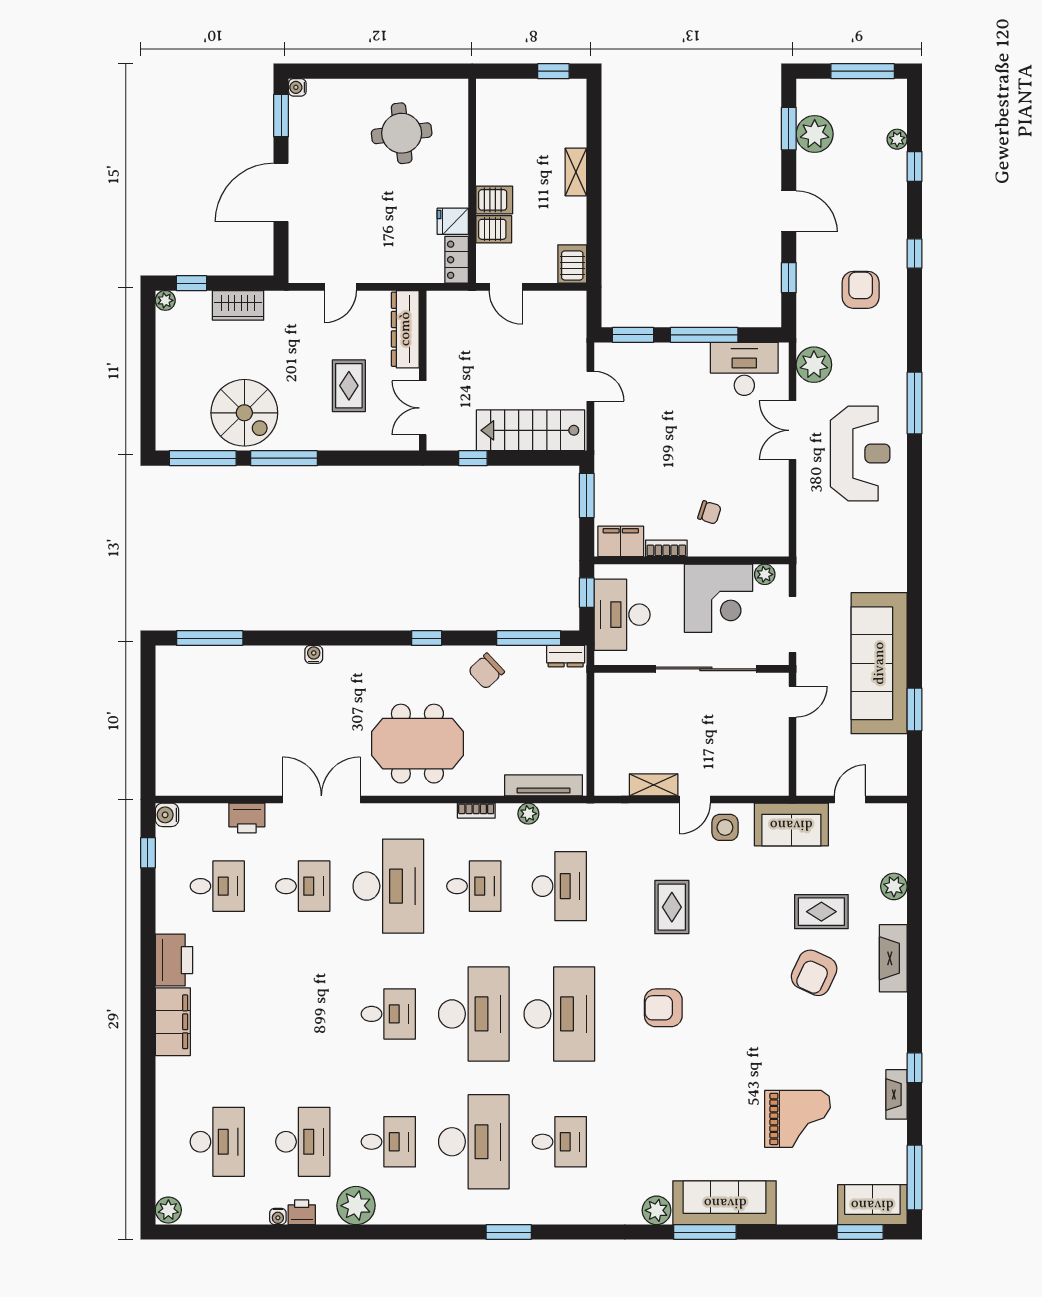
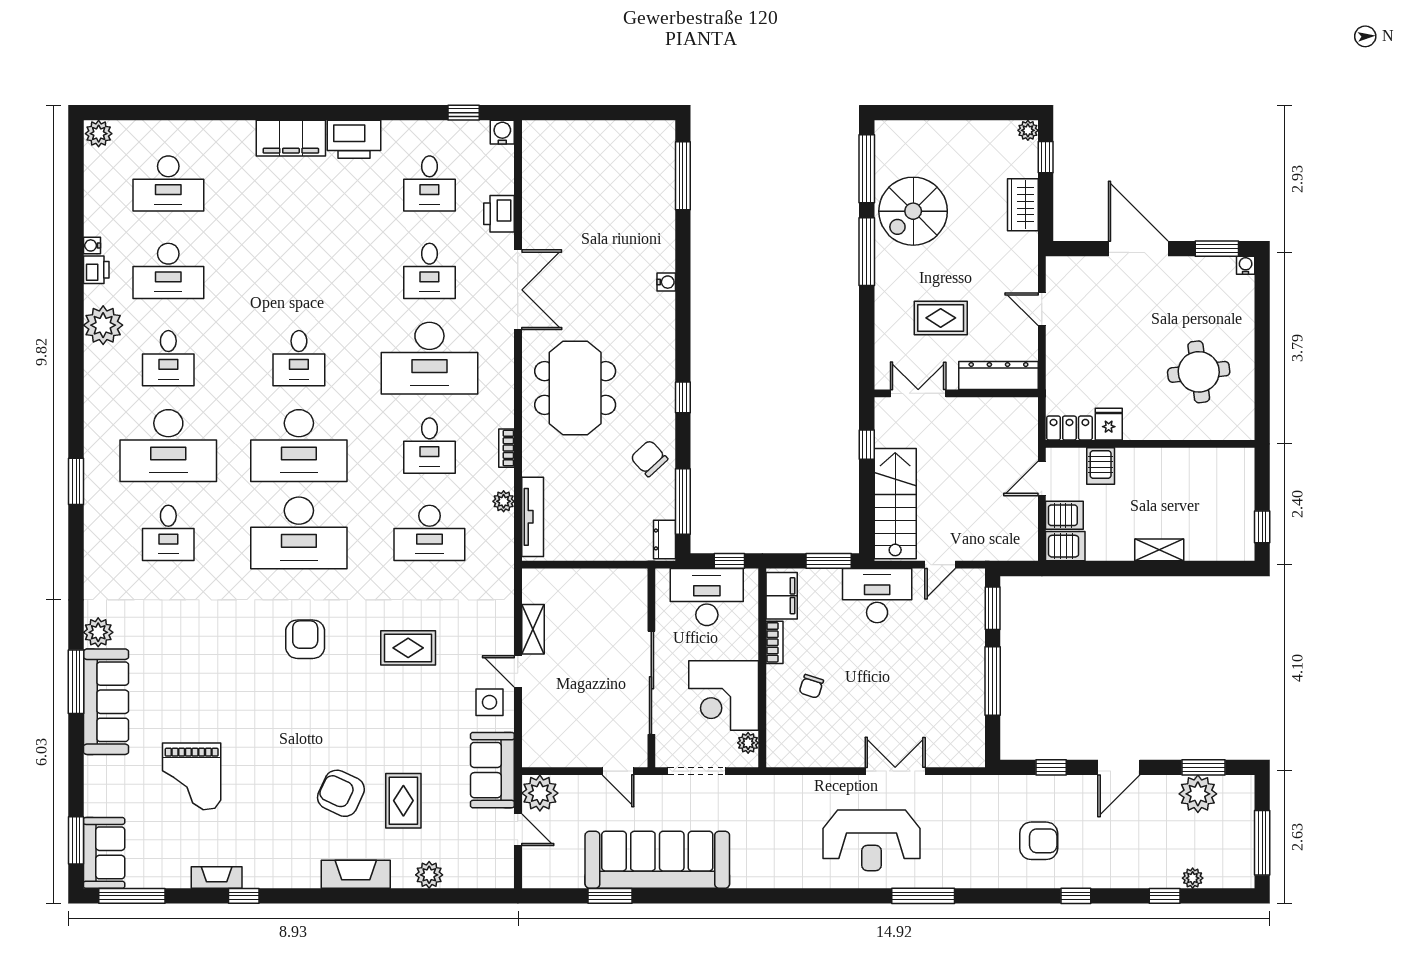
server rack: (494, 200) -> (1064, 515), moved, turned -90
plant: (814, 365) -> (540, 793), moved
desk: (744, 369) -> (877, 596), moved, turned -90

